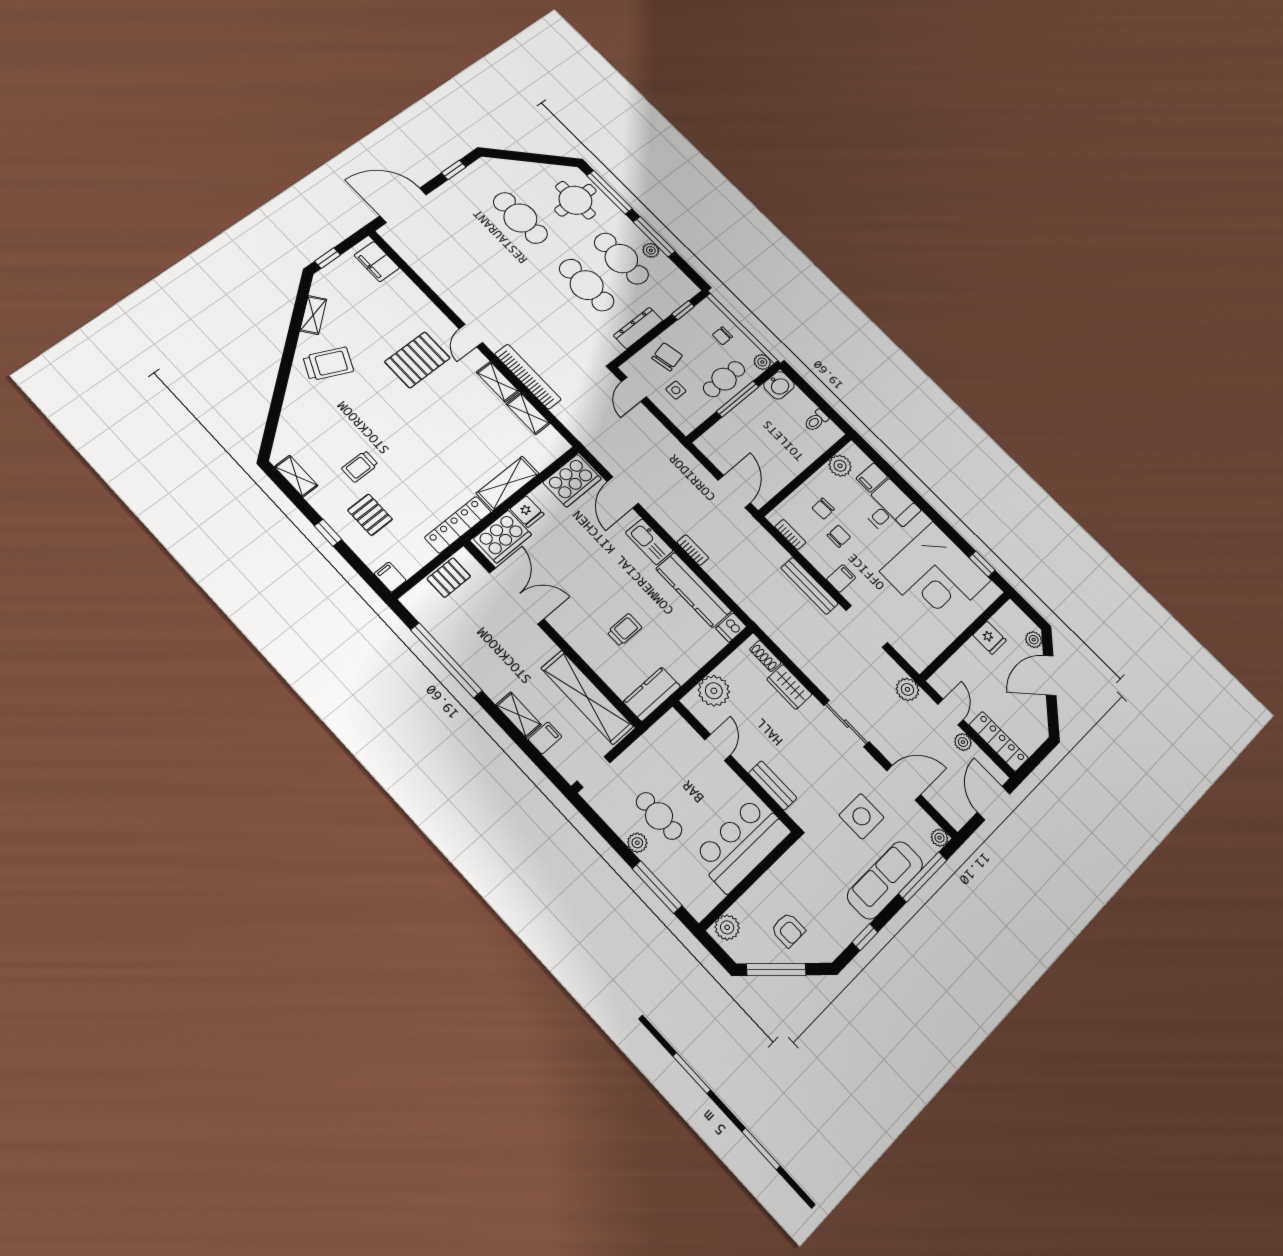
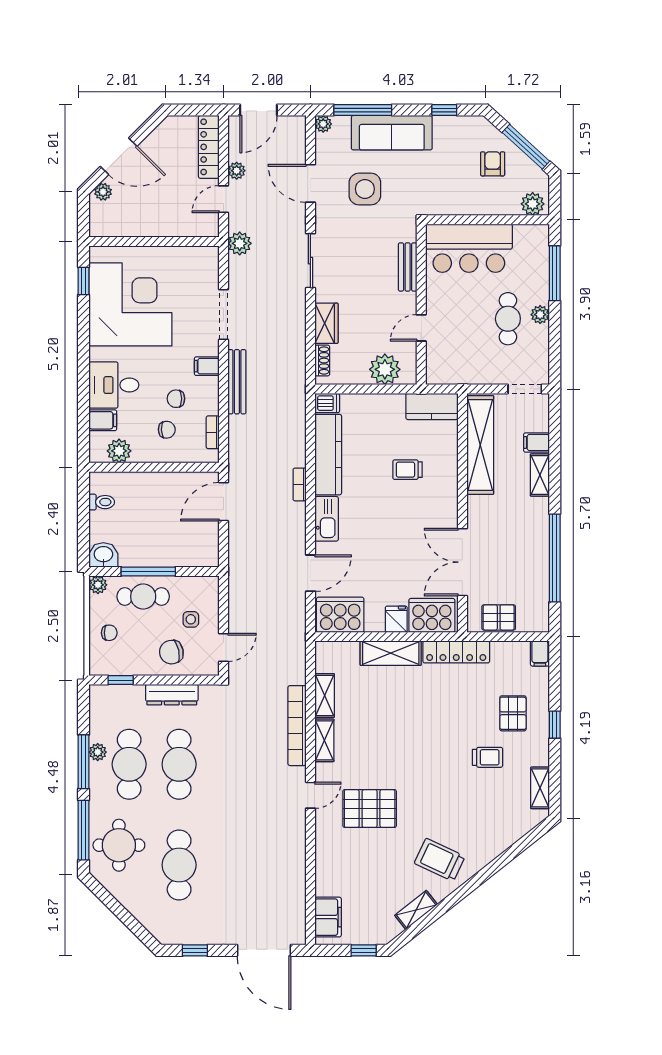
fridge: (990, 638) -> (136, 224), removed

